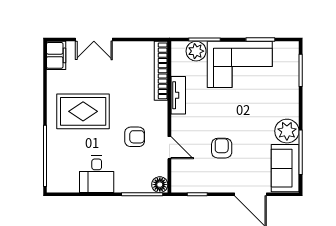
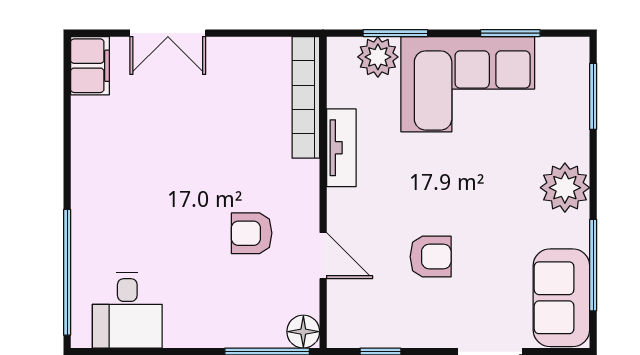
rug: (83, 111) -> (145, 181), removed
plant: (287, 131) -> (565, 188), moved
armchair: (135, 137) -> (252, 233), turned 180
armchair: (222, 148) -> (431, 257), turned 90
desk: (97, 174) -> (127, 310), moved

